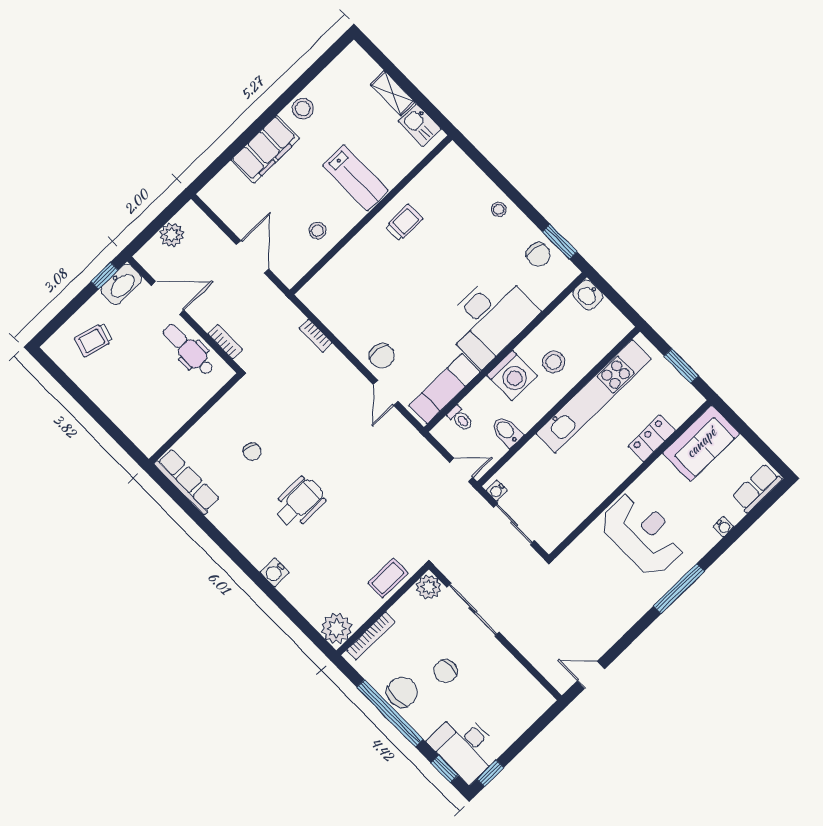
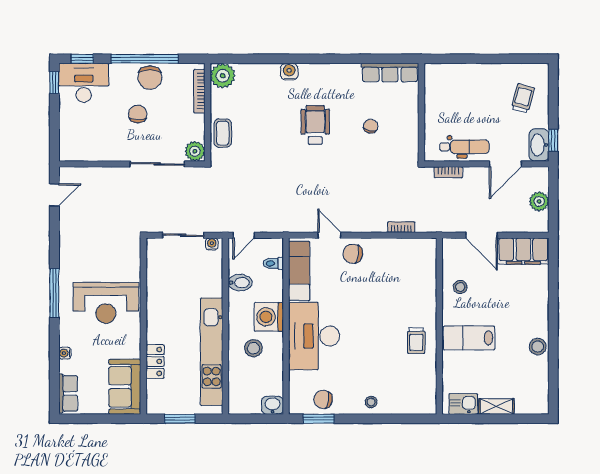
filing cabinet: (265, 149) -> (523, 251), moved, turned -90
chair: (252, 452) -> (371, 126), turned 80
wheelchair: (299, 502) -> (315, 125), turned 180

